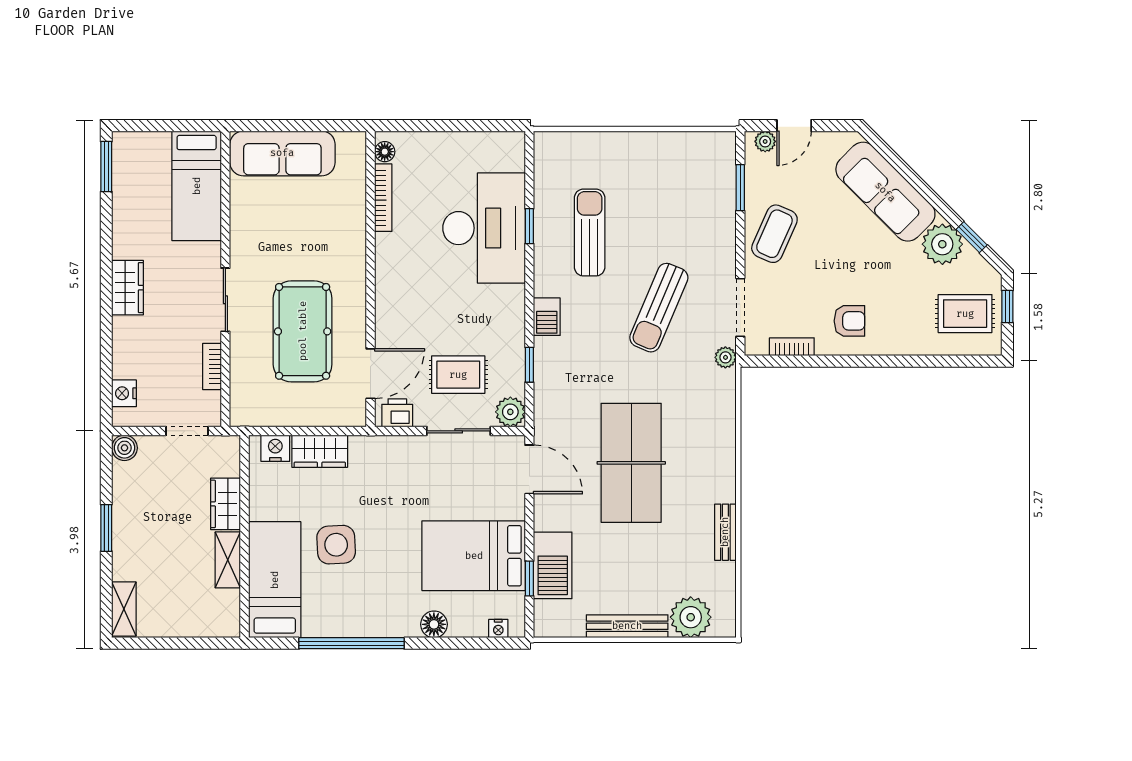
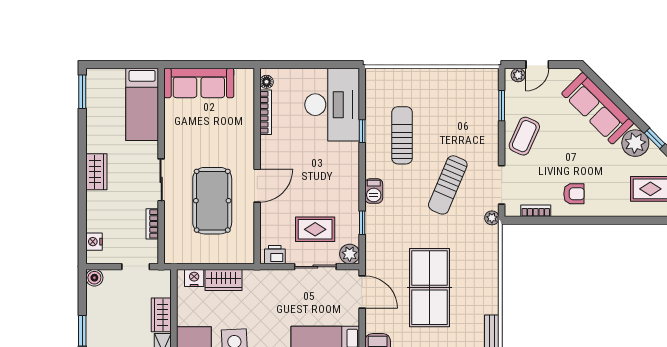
desk: (484, 228) -> (332, 105), moved
door: (371, 374) -> (257, 186), moved

